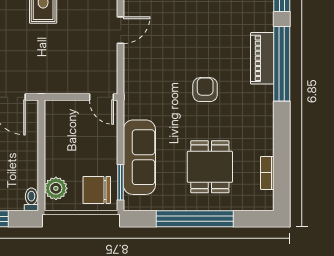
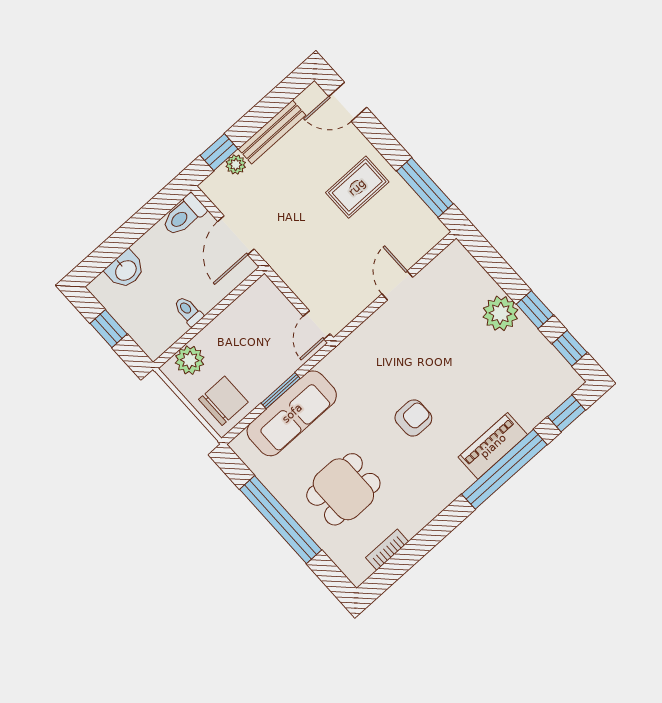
door: (121, 30) -> (397, 285), swing flipped
window: (121, 182) -> (281, 391), moved
chair: (97, 190) -> (223, 401), turned 90
toilet: (31, 199) -> (188, 311), moved, turned -90

